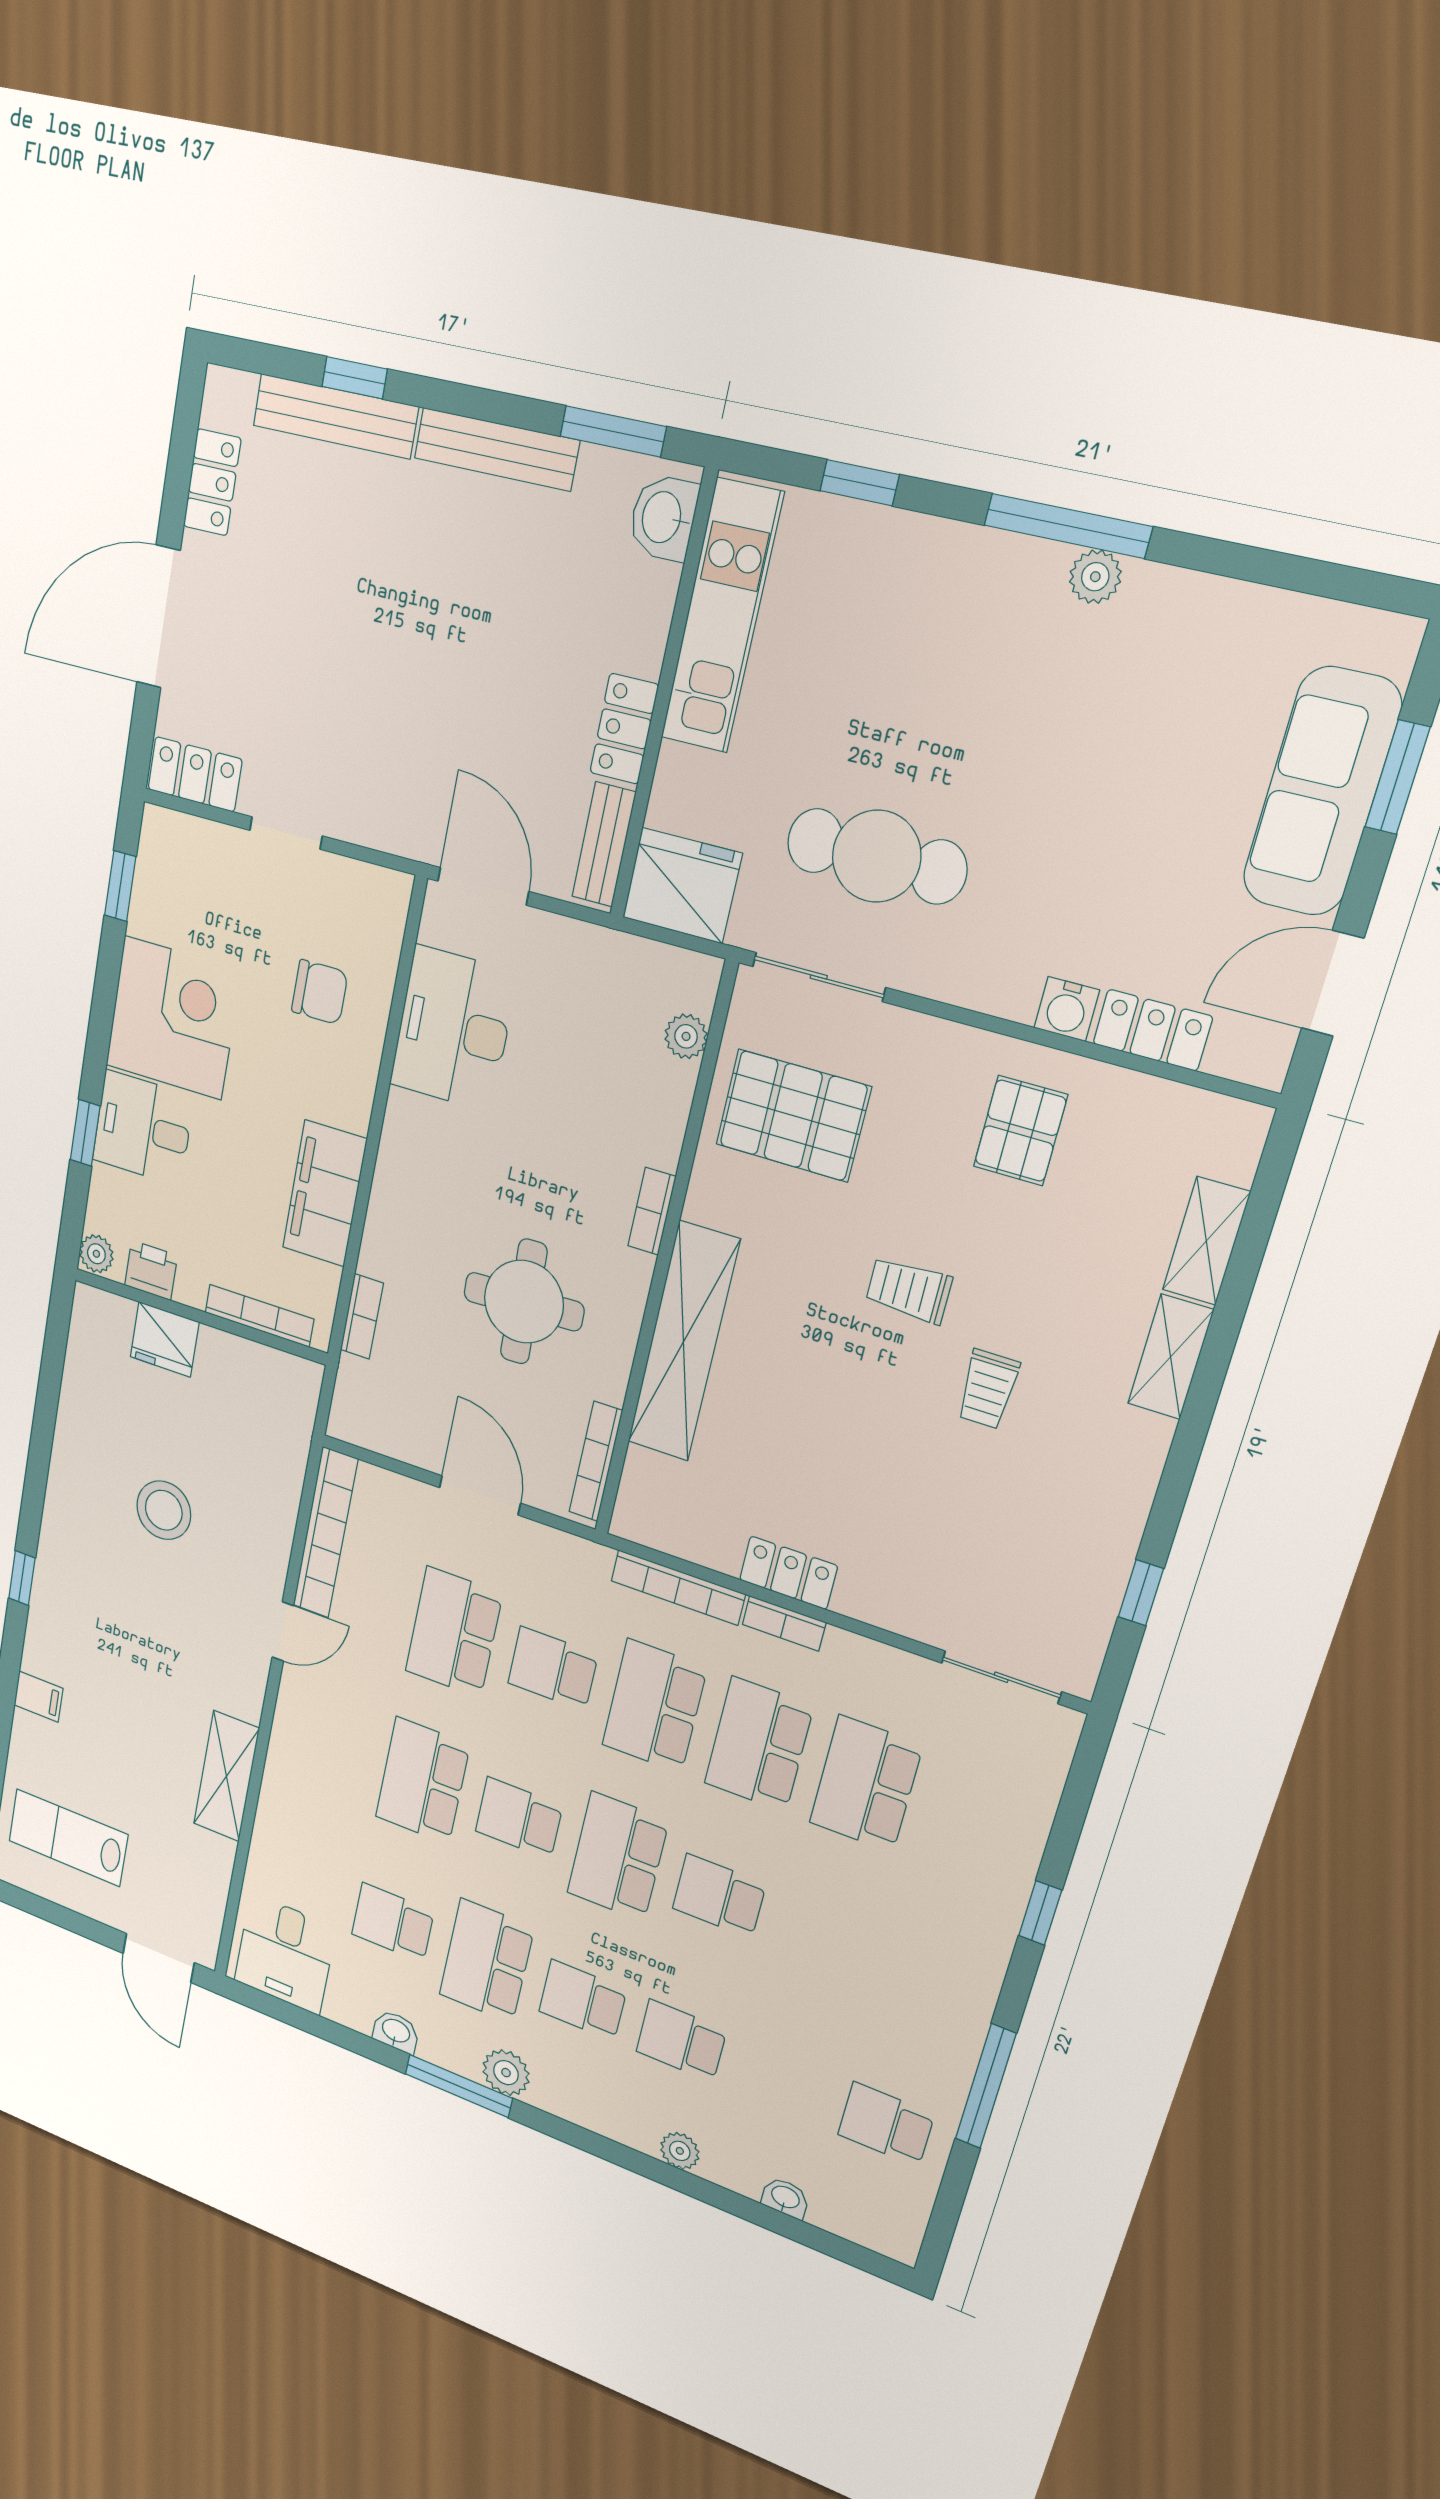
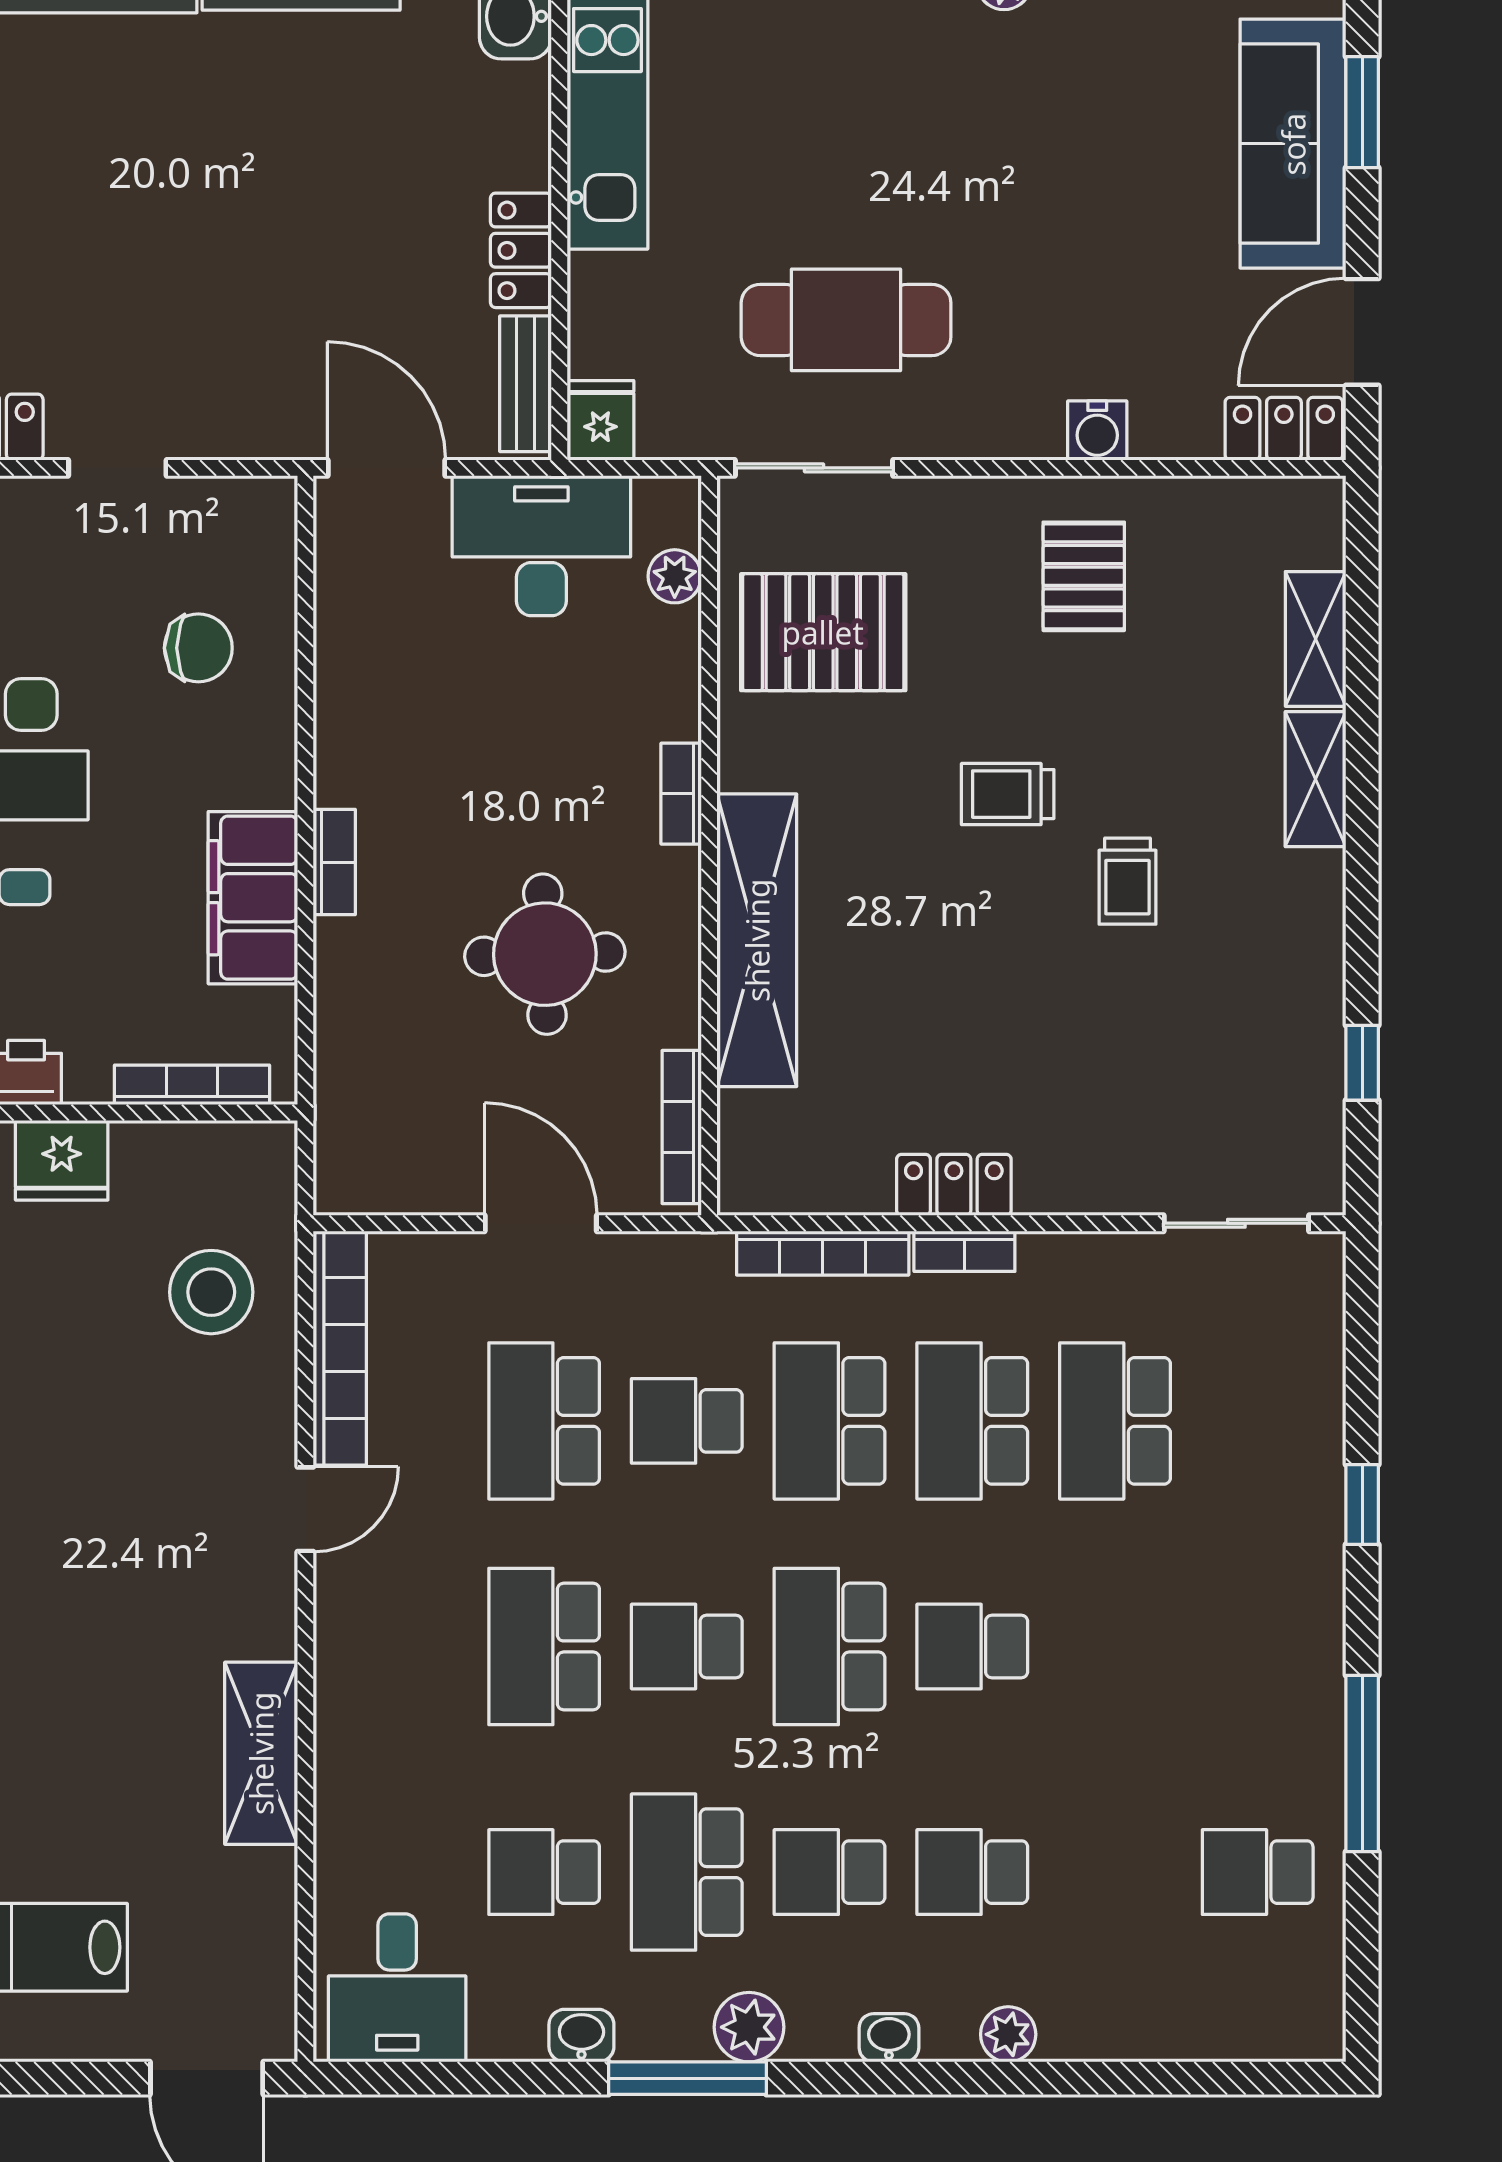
fridge: (682, 886) -> (600, 420), width x0.53, depth x0.75
desk: (453, 1029) -> (541, 546), moved, turned 90
locker: (1153, 1030) -> (1284, 429), moved
bookcase: (362, 1316) -> (334, 862), moved
stool: (164, 1510) -> (211, 1292), moved
washbasin: (785, 2198) -> (889, 2038), moved

